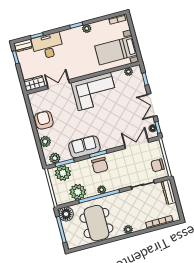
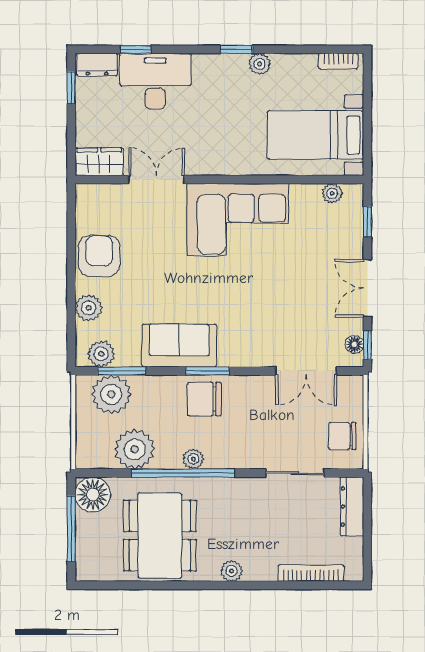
double door: (137, 144) -> (306, 371), swing flipped
chair: (100, 165) -> (204, 399), turned 90

